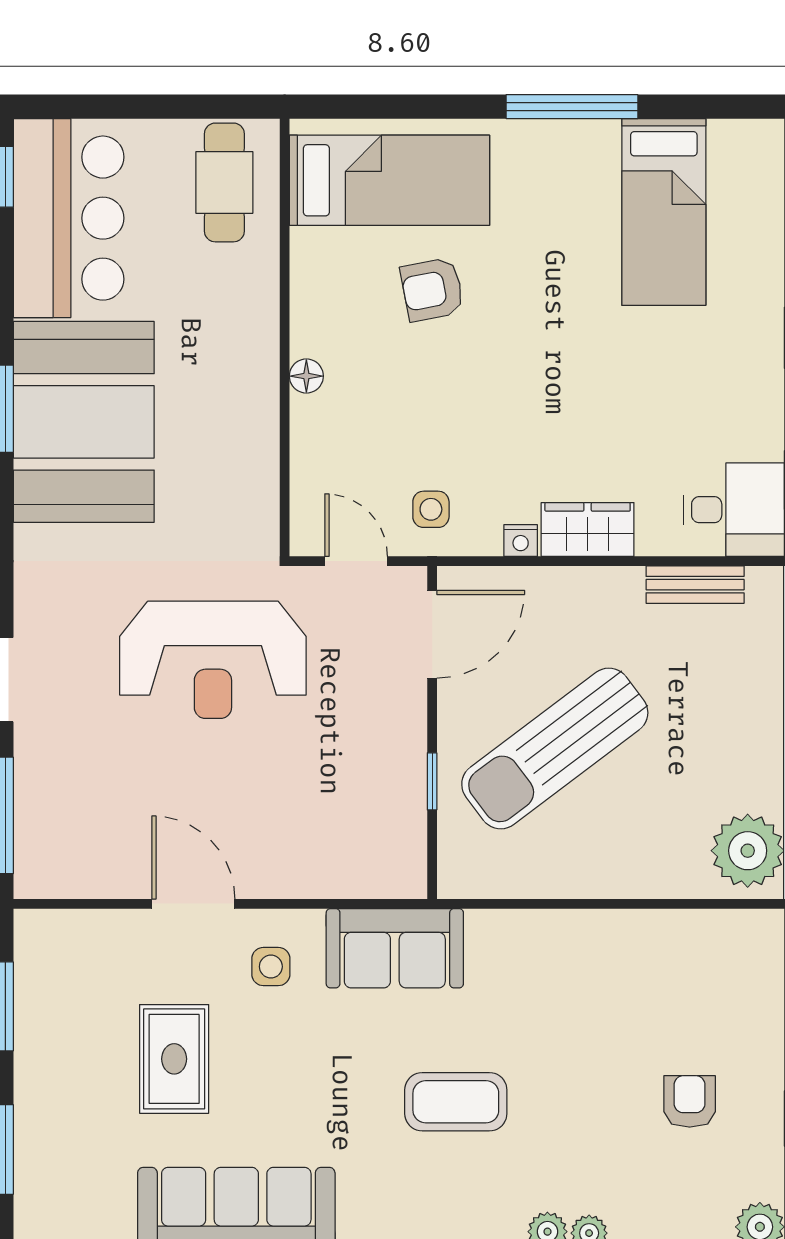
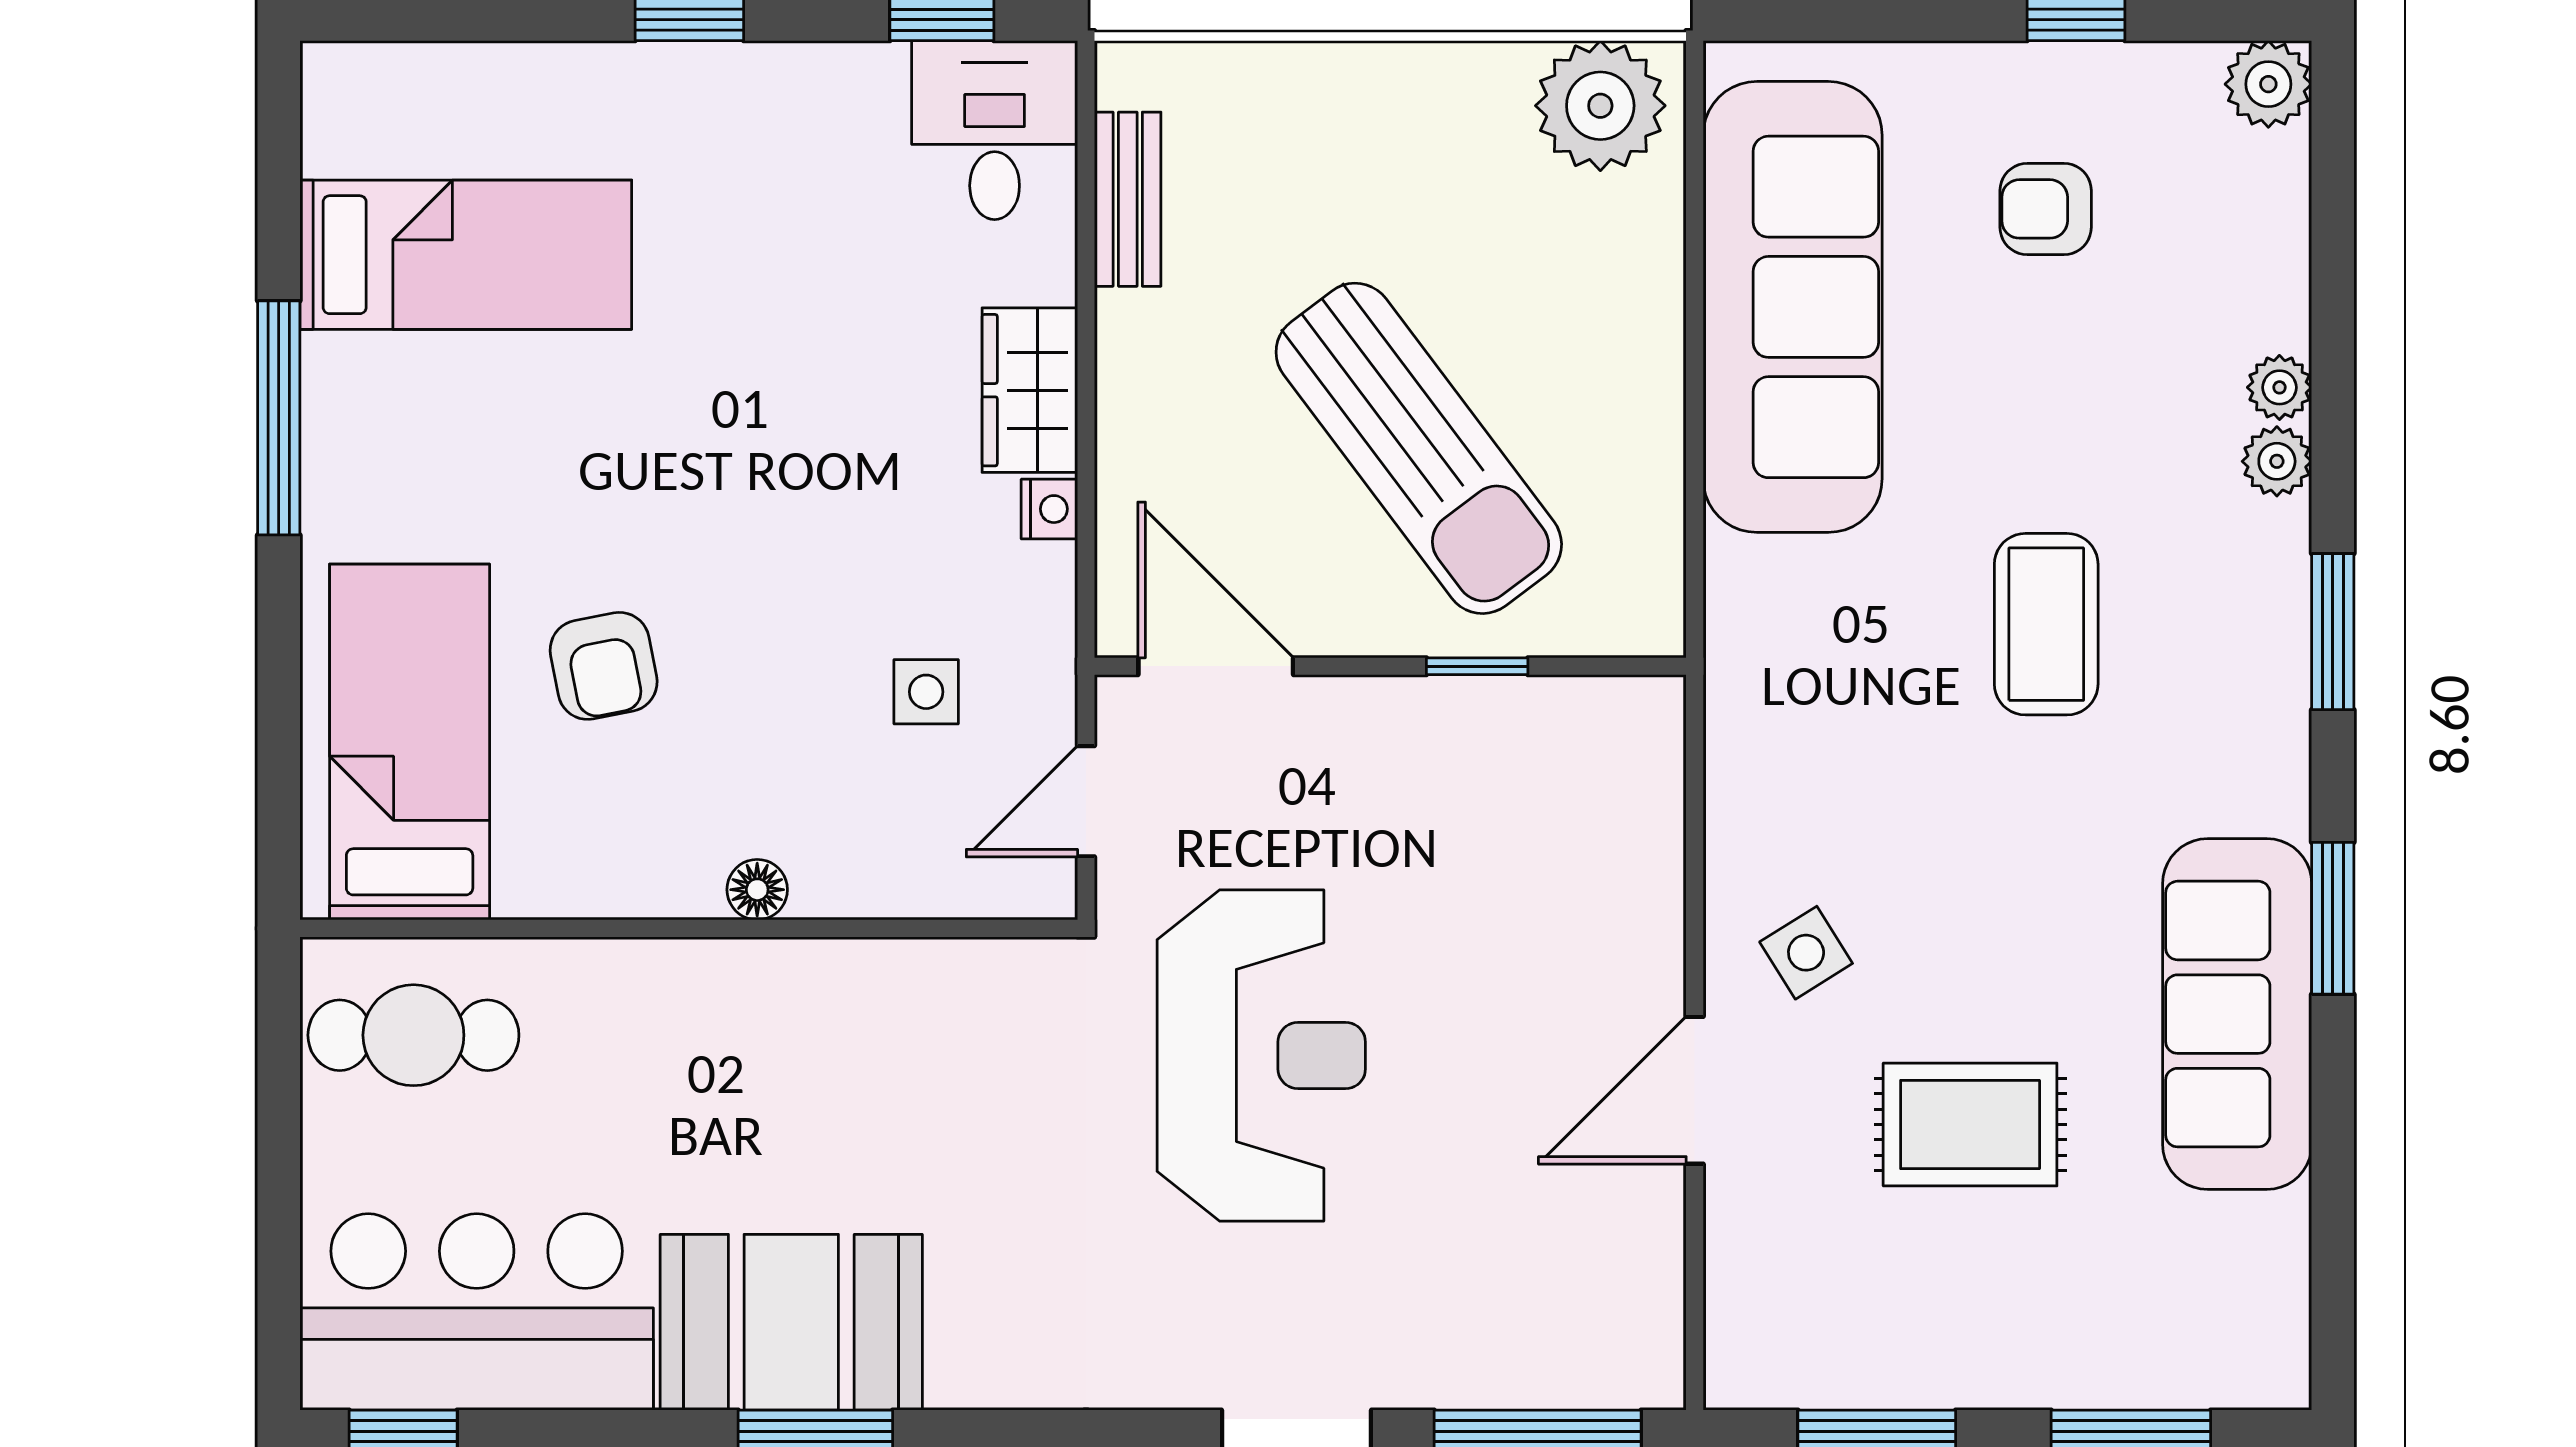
booth: (84, 422) -> (791, 1322), width x0.73, depth x0.70
side table: (431, 509) -> (926, 692), moved
sofa: (395, 948) -> (1793, 307), moved, width x1.85, depth x1.27
side table: (271, 967) -> (1806, 953), turned -32

